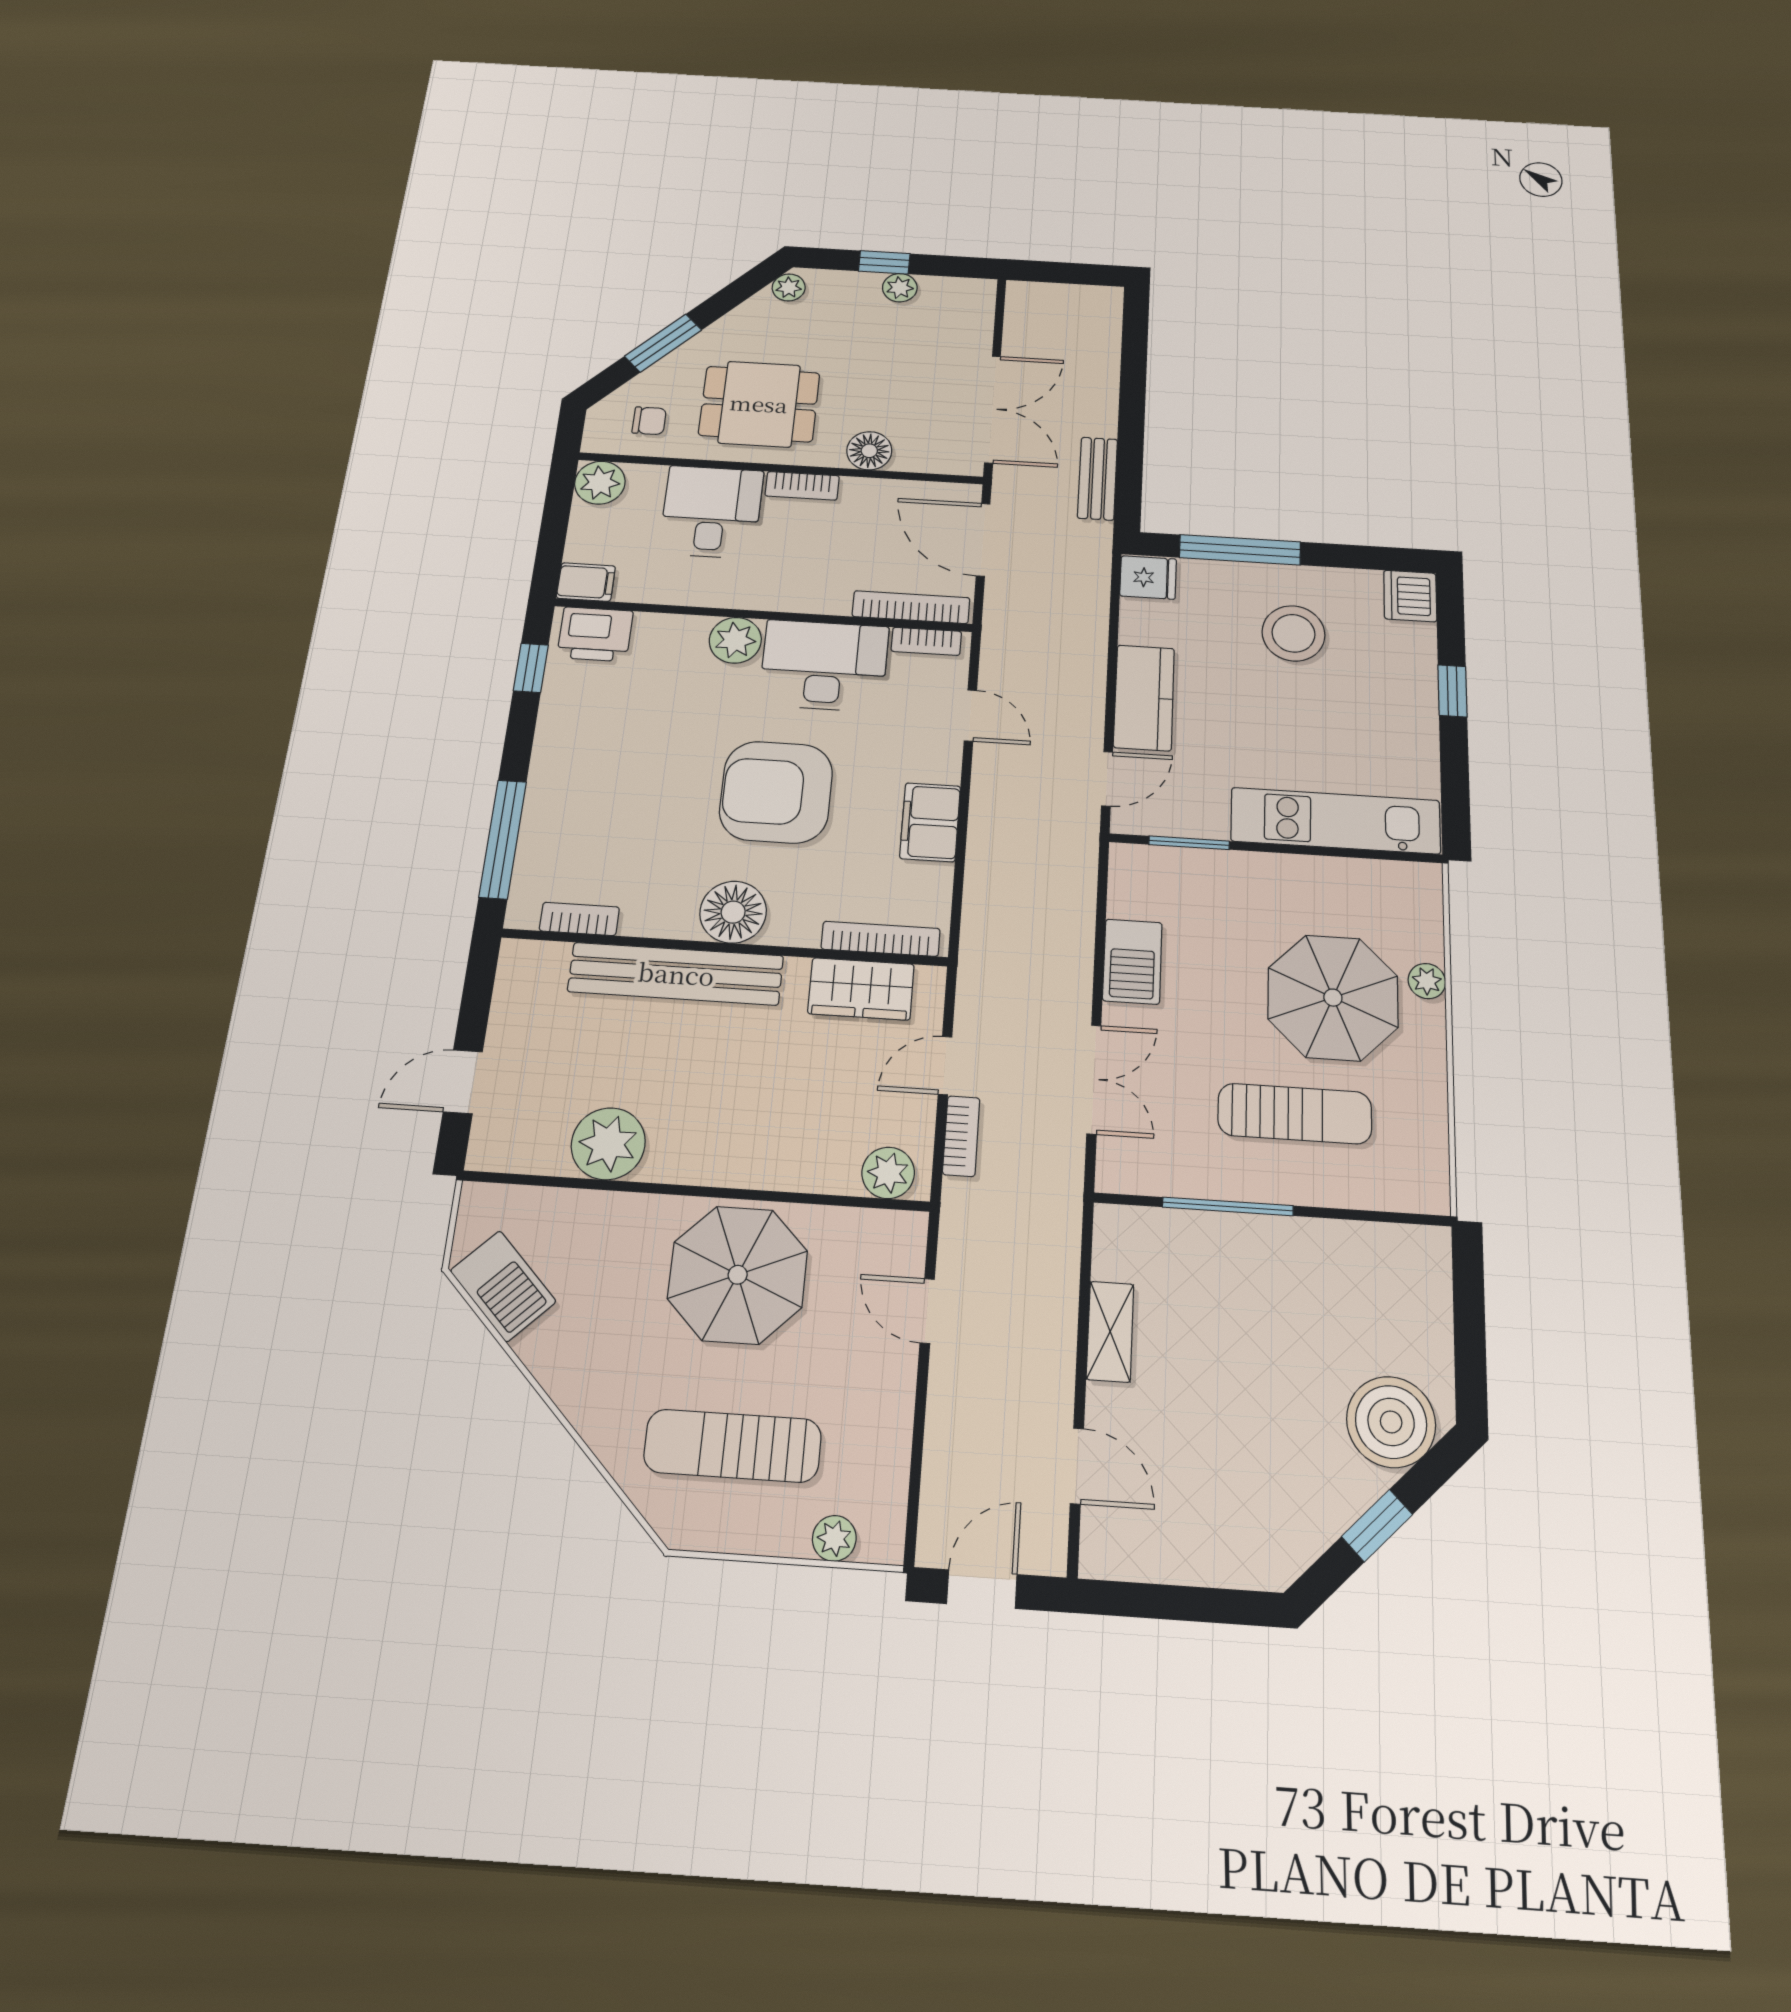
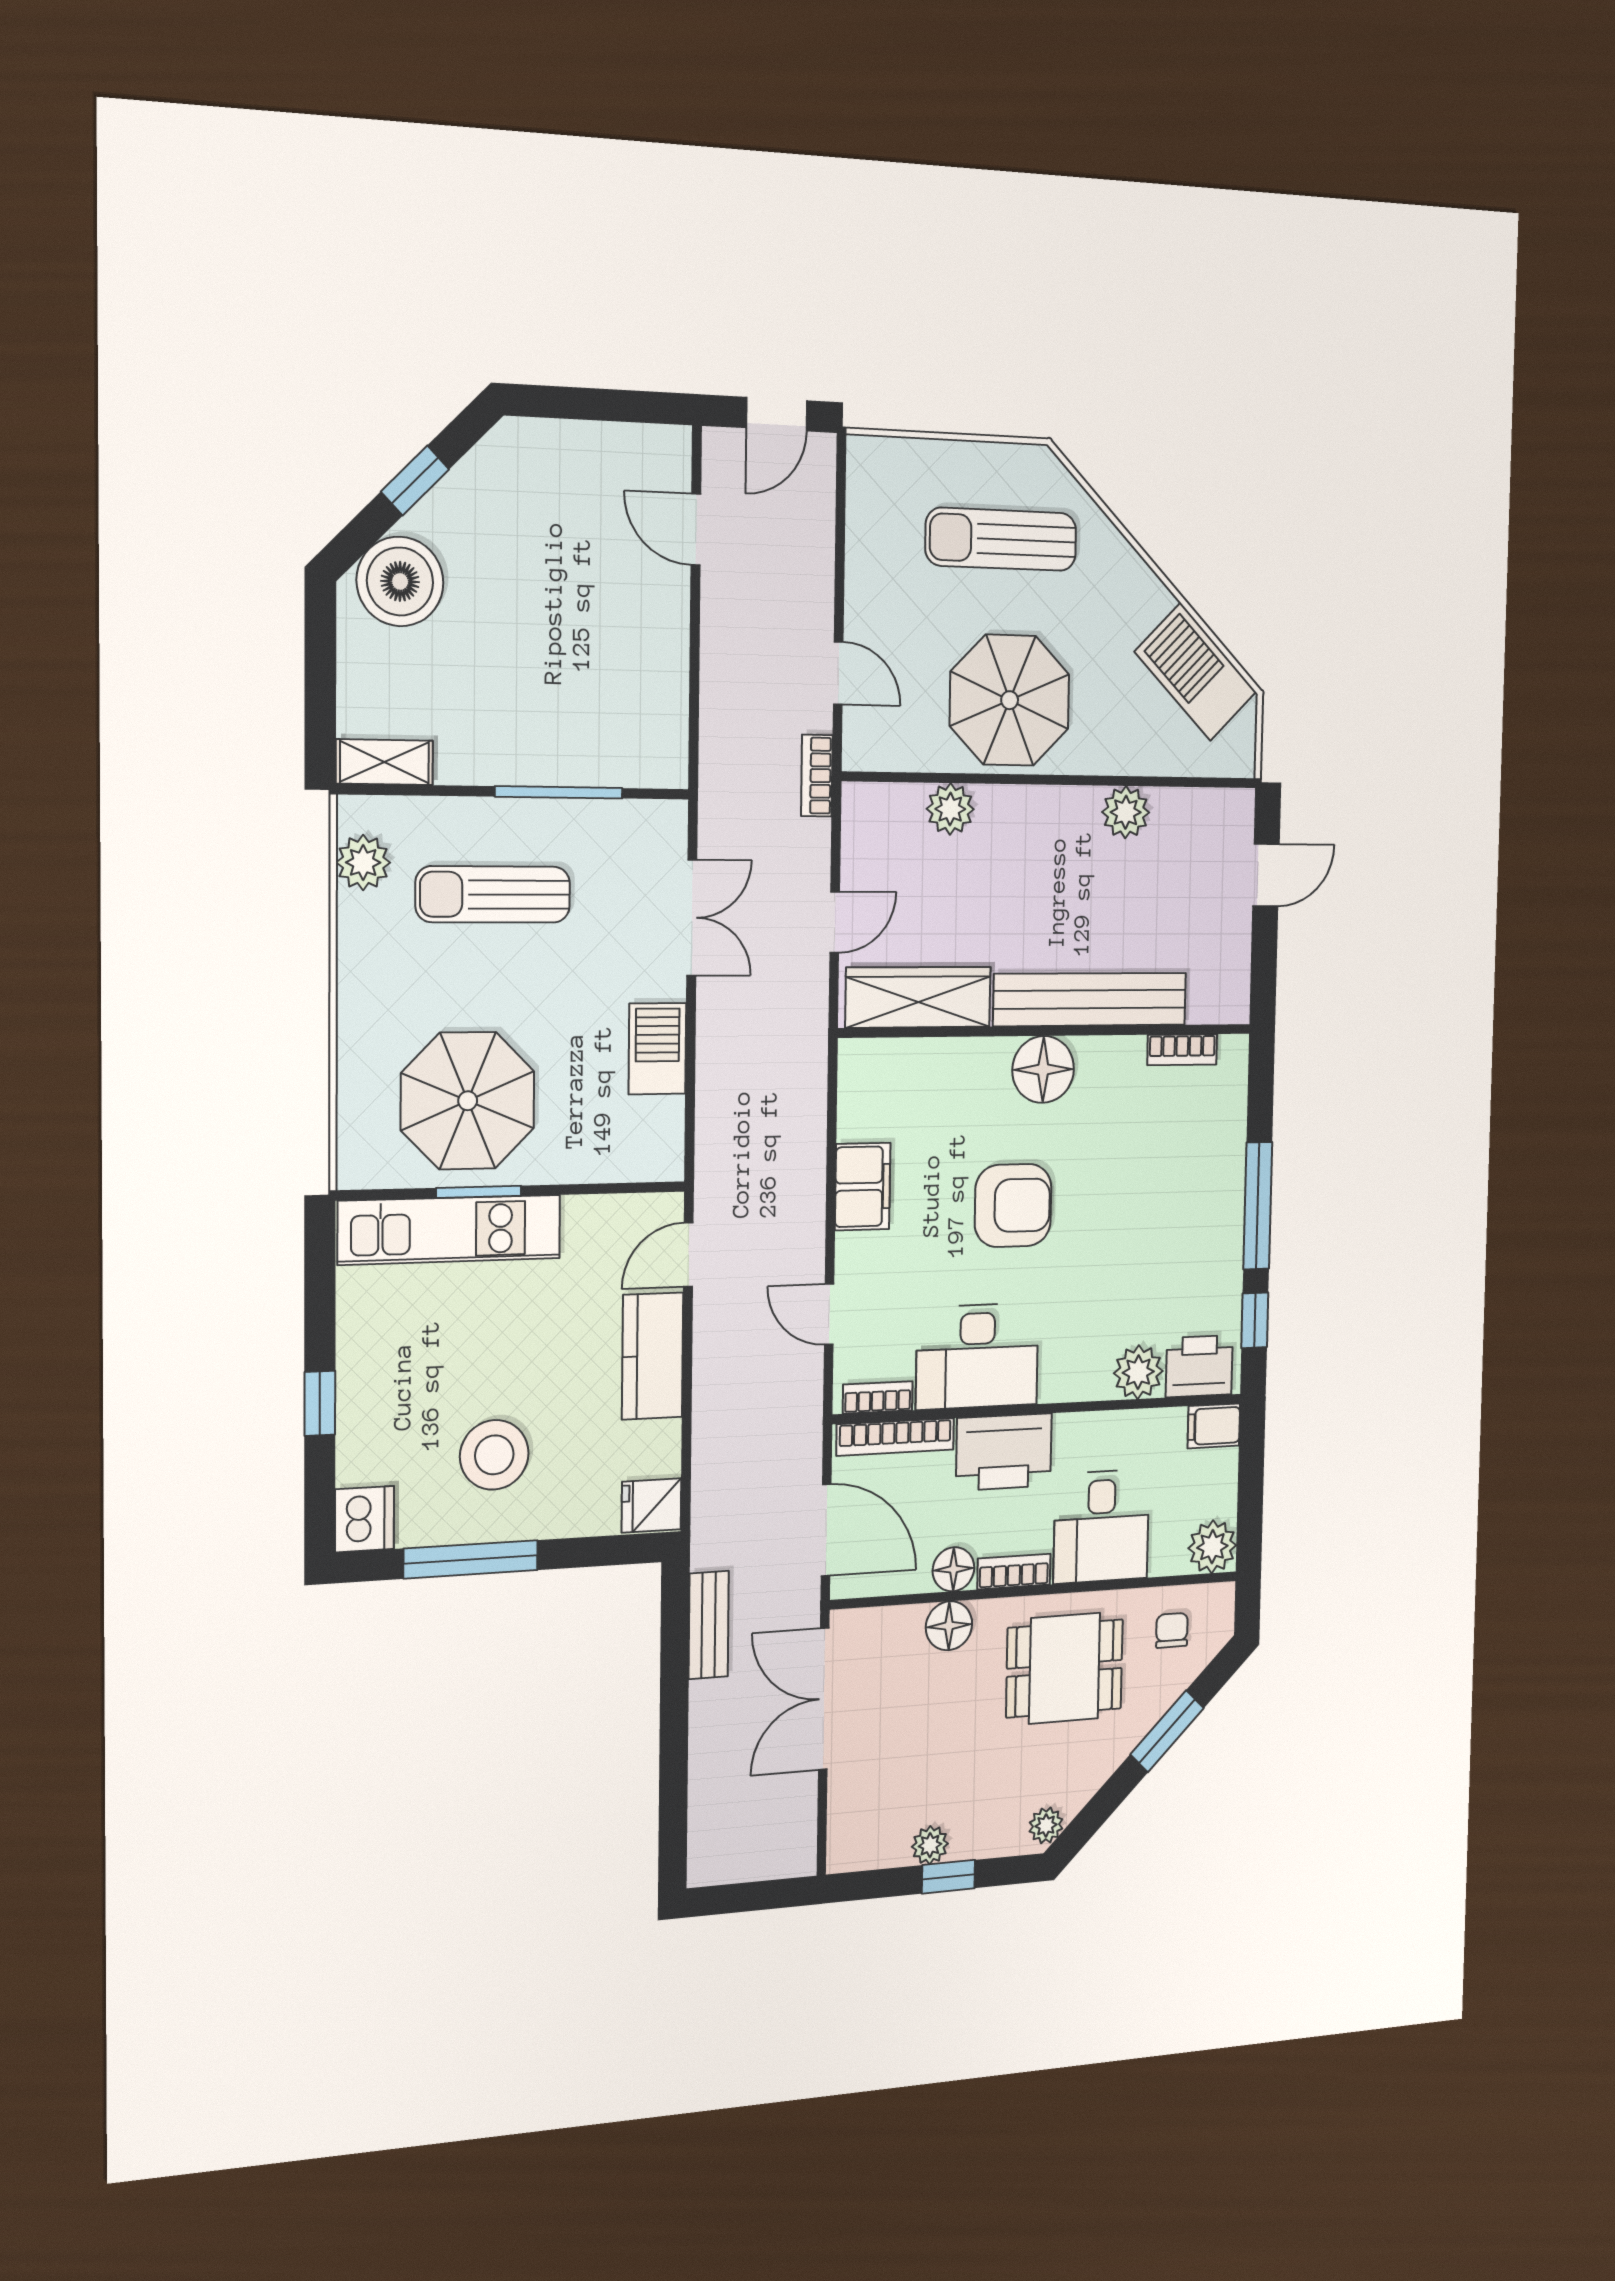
chair: (649, 421) -> (1172, 1630), turned 90
floor lamp: (862, 494) -> (953, 1569), added
window: (1240, 550) -> (471, 1559), moved
printer: (804, 583) -> (1004, 1452), added
plant: (735, 640) -> (1138, 1372), moved
armchair: (776, 792) -> (1013, 1205), width x0.73, depth x0.73
window: (503, 839) -> (1258, 1206), moved
window: (1189, 843) -> (479, 1192), moved
bookcase: (881, 939) -> (903, 1053), removed
plant: (1427, 981) -> (363, 862), moved, width x1.38, depth x1.38
wardrobe: (861, 989) -> (918, 997), width x1.50
parasol: (1333, 998) -> (468, 1101), moved
double door: (1094, 1079) -> (692, 918), swing flipped
bookcase: (961, 1136) -> (817, 776), moved
plant: (608, 1144) -> (1126, 812), width x0.73, depth x0.73
plant: (888, 1173) -> (950, 809), moved
barbecue: (503, 1286) -> (1196, 672), width x1.37, depth x1.21
shelving: (1110, 1332) -> (384, 762), moved, turned 90
sun lounger: (733, 1446) -> (1001, 539), turned 180
plant: (834, 1538) -> (908, 457), removed

